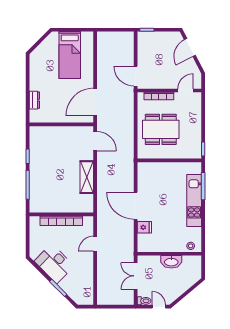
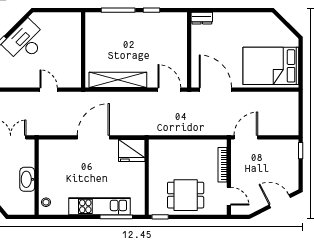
bed: (70, 55) -> (271, 66), width x1.50
dresser: (34, 100) -> (202, 18), moved
dining table: (161, 129) -> (186, 195), moved, width x0.73
door: (95, 141) -> (169, 90), swing flipped
shelving: (87, 177) -> (118, 80), width x1.47
bookcase: (61, 221) -> (75, 50), removed
fridge: (144, 227) -> (132, 150), moved, width x1.88, depth x1.34

